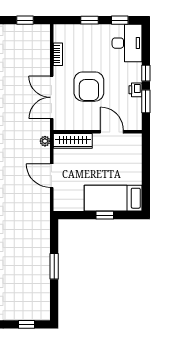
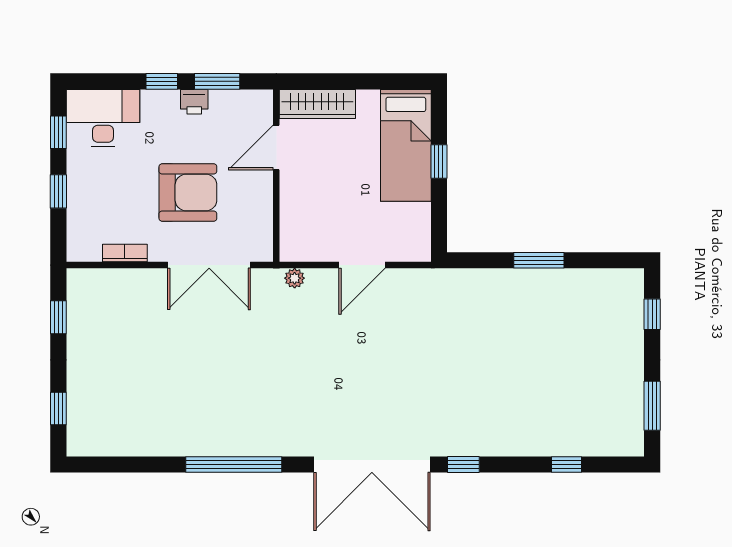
wardrobe: (73, 141) -> (317, 104), moved, turned 90

